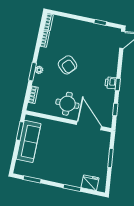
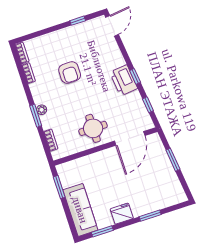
armchair: (67, 65) -> (70, 72), moved, turned 47
printer: (111, 83) -> (124, 80), width x1.87, depth x1.48
door: (89, 126) -> (130, 138), swing flipped
sofa: (29, 141) -> (80, 210), moved
fridge: (90, 183) -> (122, 214), moved

